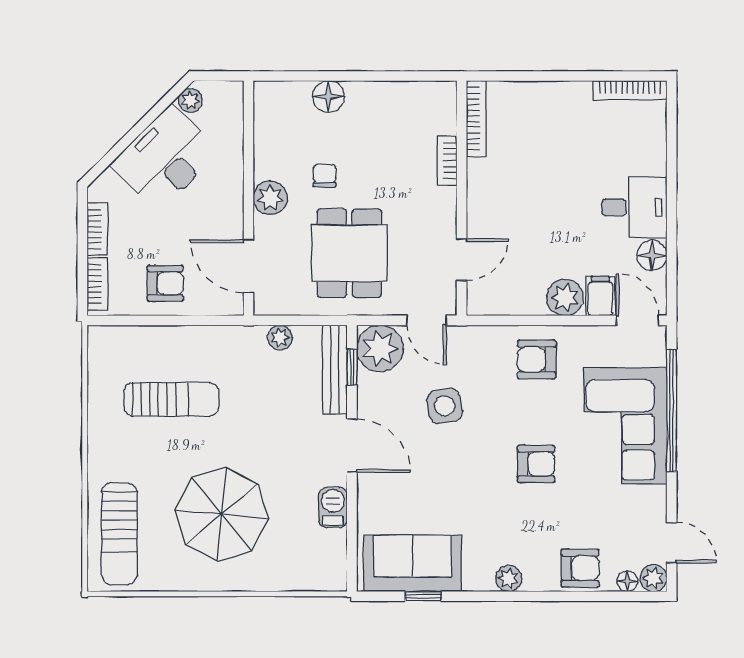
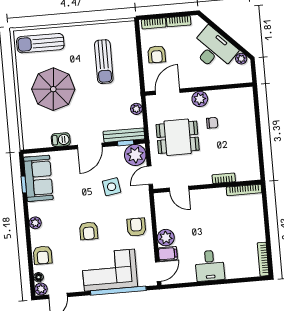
floor lamp: (328, 97) -> (248, 122), removed
floor lamp: (652, 255) -> (189, 276), removed

